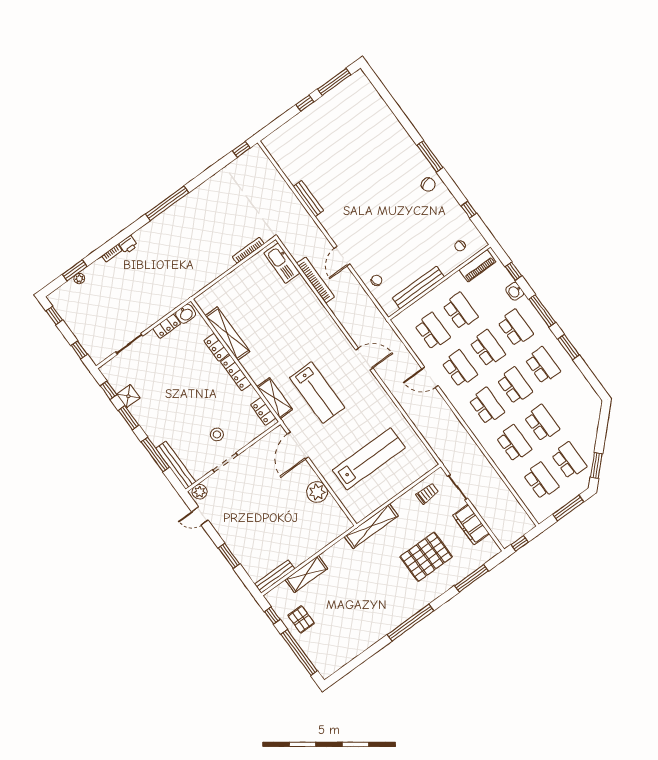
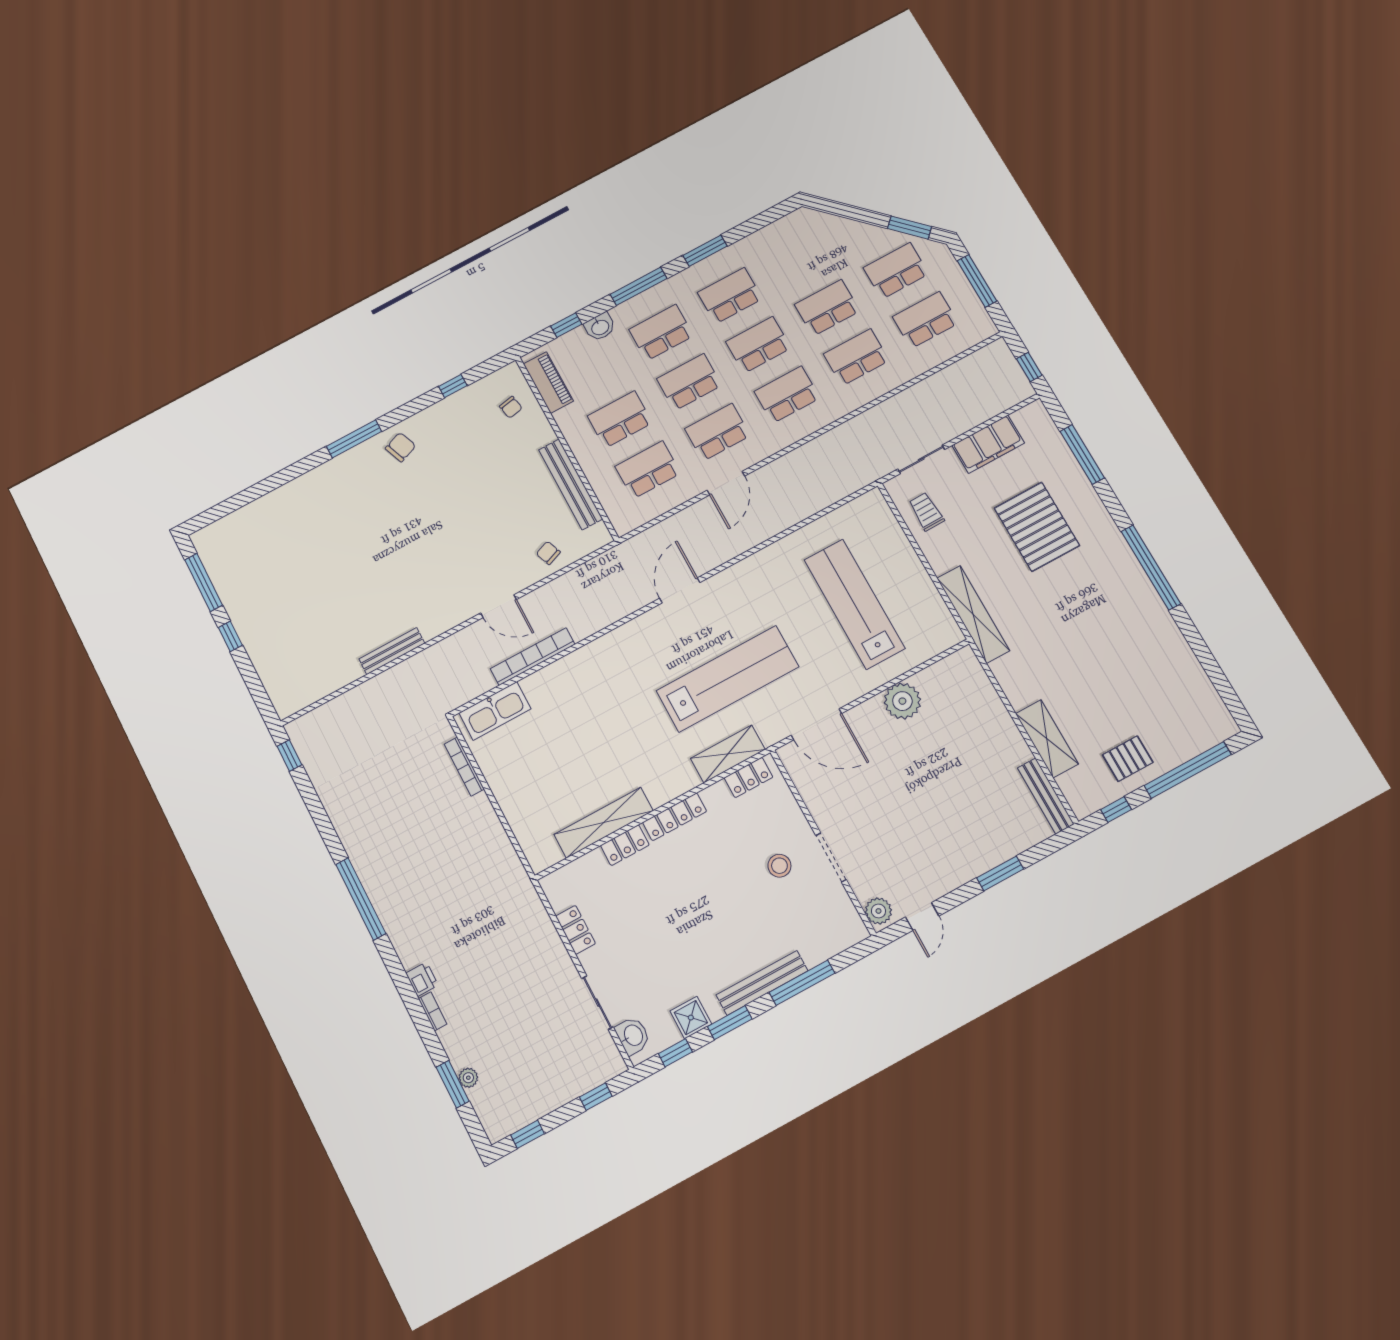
washbasin: (186, 314) -> (633, 1036), moved
lab bench: (317, 393) -> (728, 679), width x1.36
bench: (176, 465) -> (762, 983), moved

